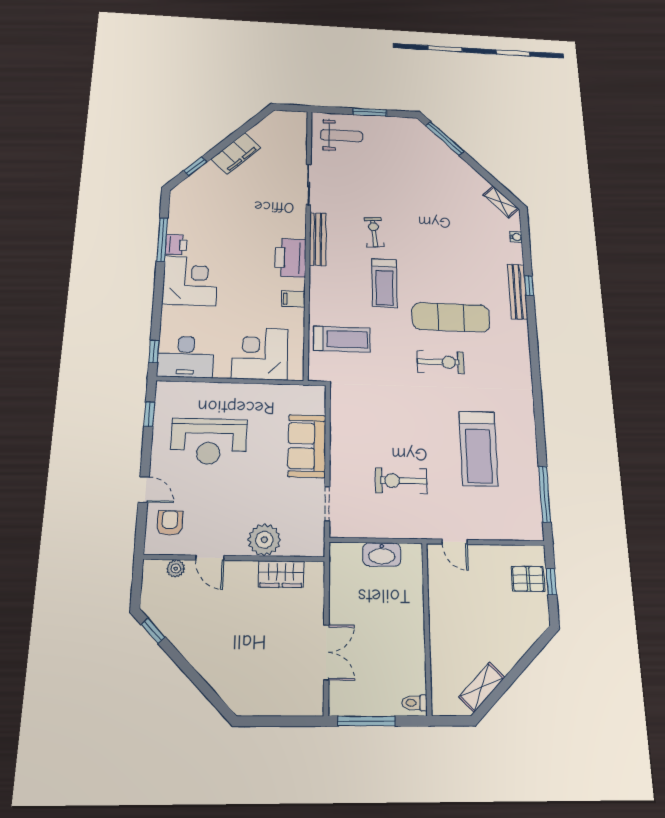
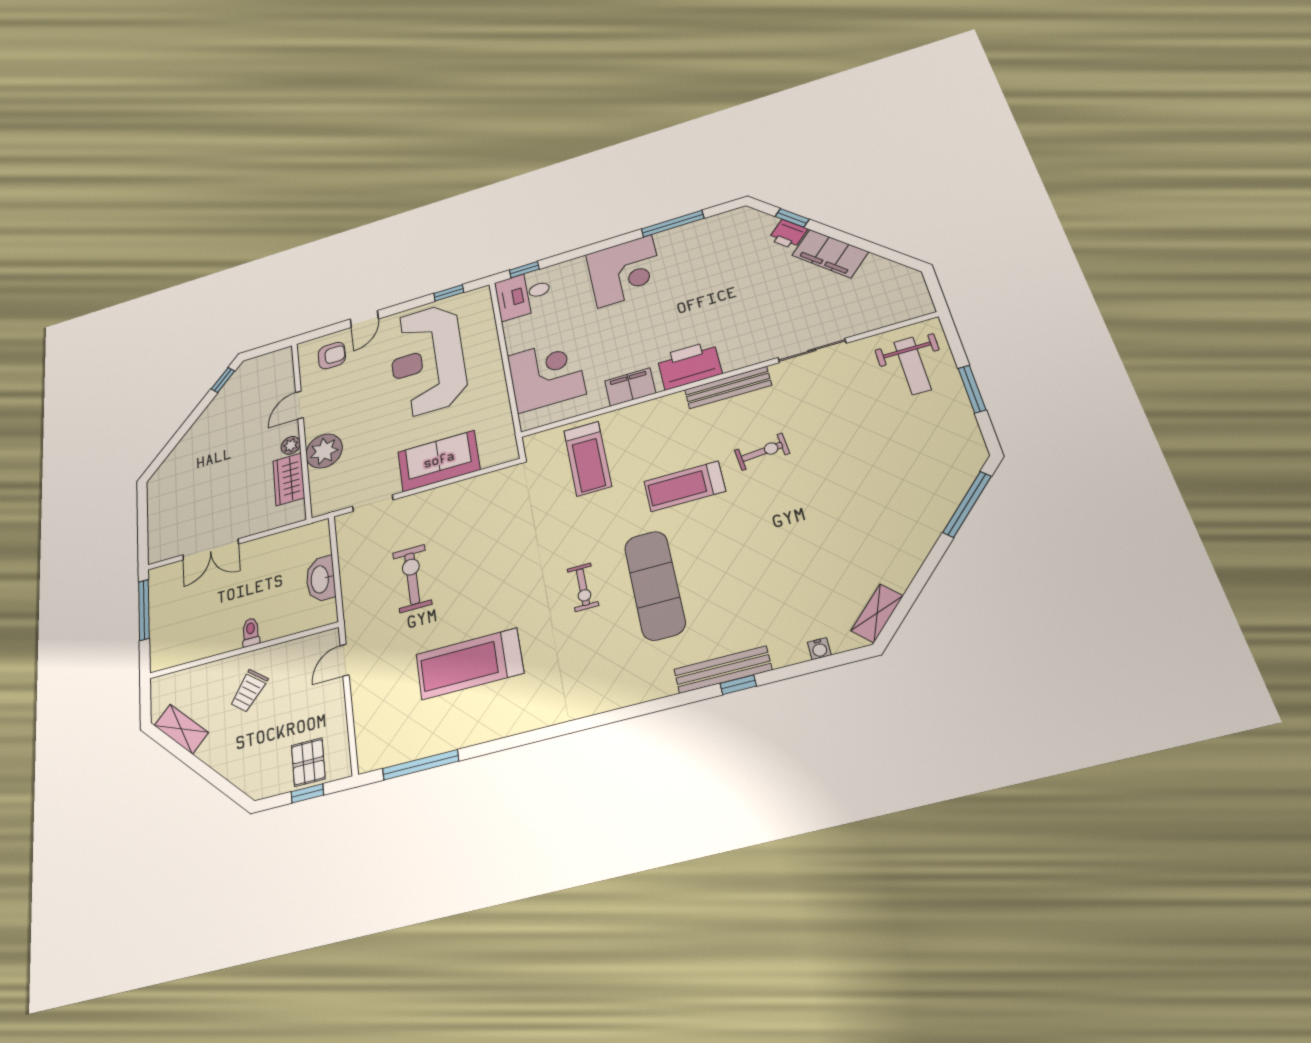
printer: (176, 245) -> (788, 234), moved, turned 45
filing cabinet: (293, 299) -> (630, 387), width x2.00
desk: (186, 357) -> (523, 295), width x0.73
exercise bike: (440, 362) -> (583, 587), width x0.73, depth x0.72
reception desk: (209, 441) -> (427, 360), width x1.36, depth x1.30
plant: (176, 568) -> (291, 445), moved
trolley: (462, 624) -> (249, 691), added
toilet: (415, 703) -> (251, 632), moved

